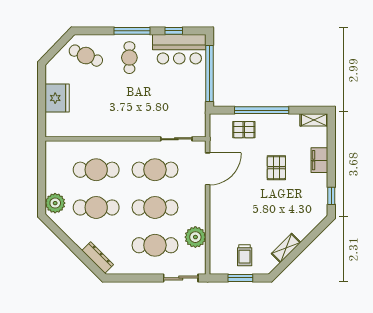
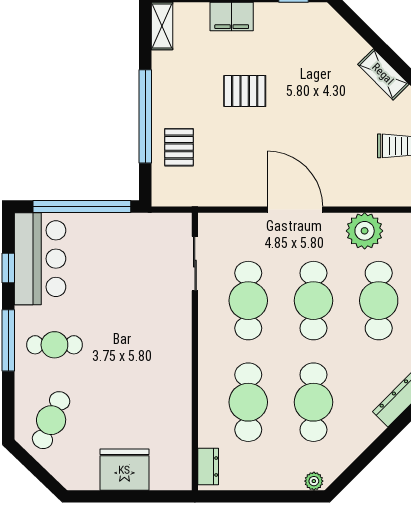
dresser: (59, 147) -> (208, 466), added
door: (208, 169) -> (295, 210), moved
plant: (55, 203) -> (314, 481), width x0.53, depth x0.53

